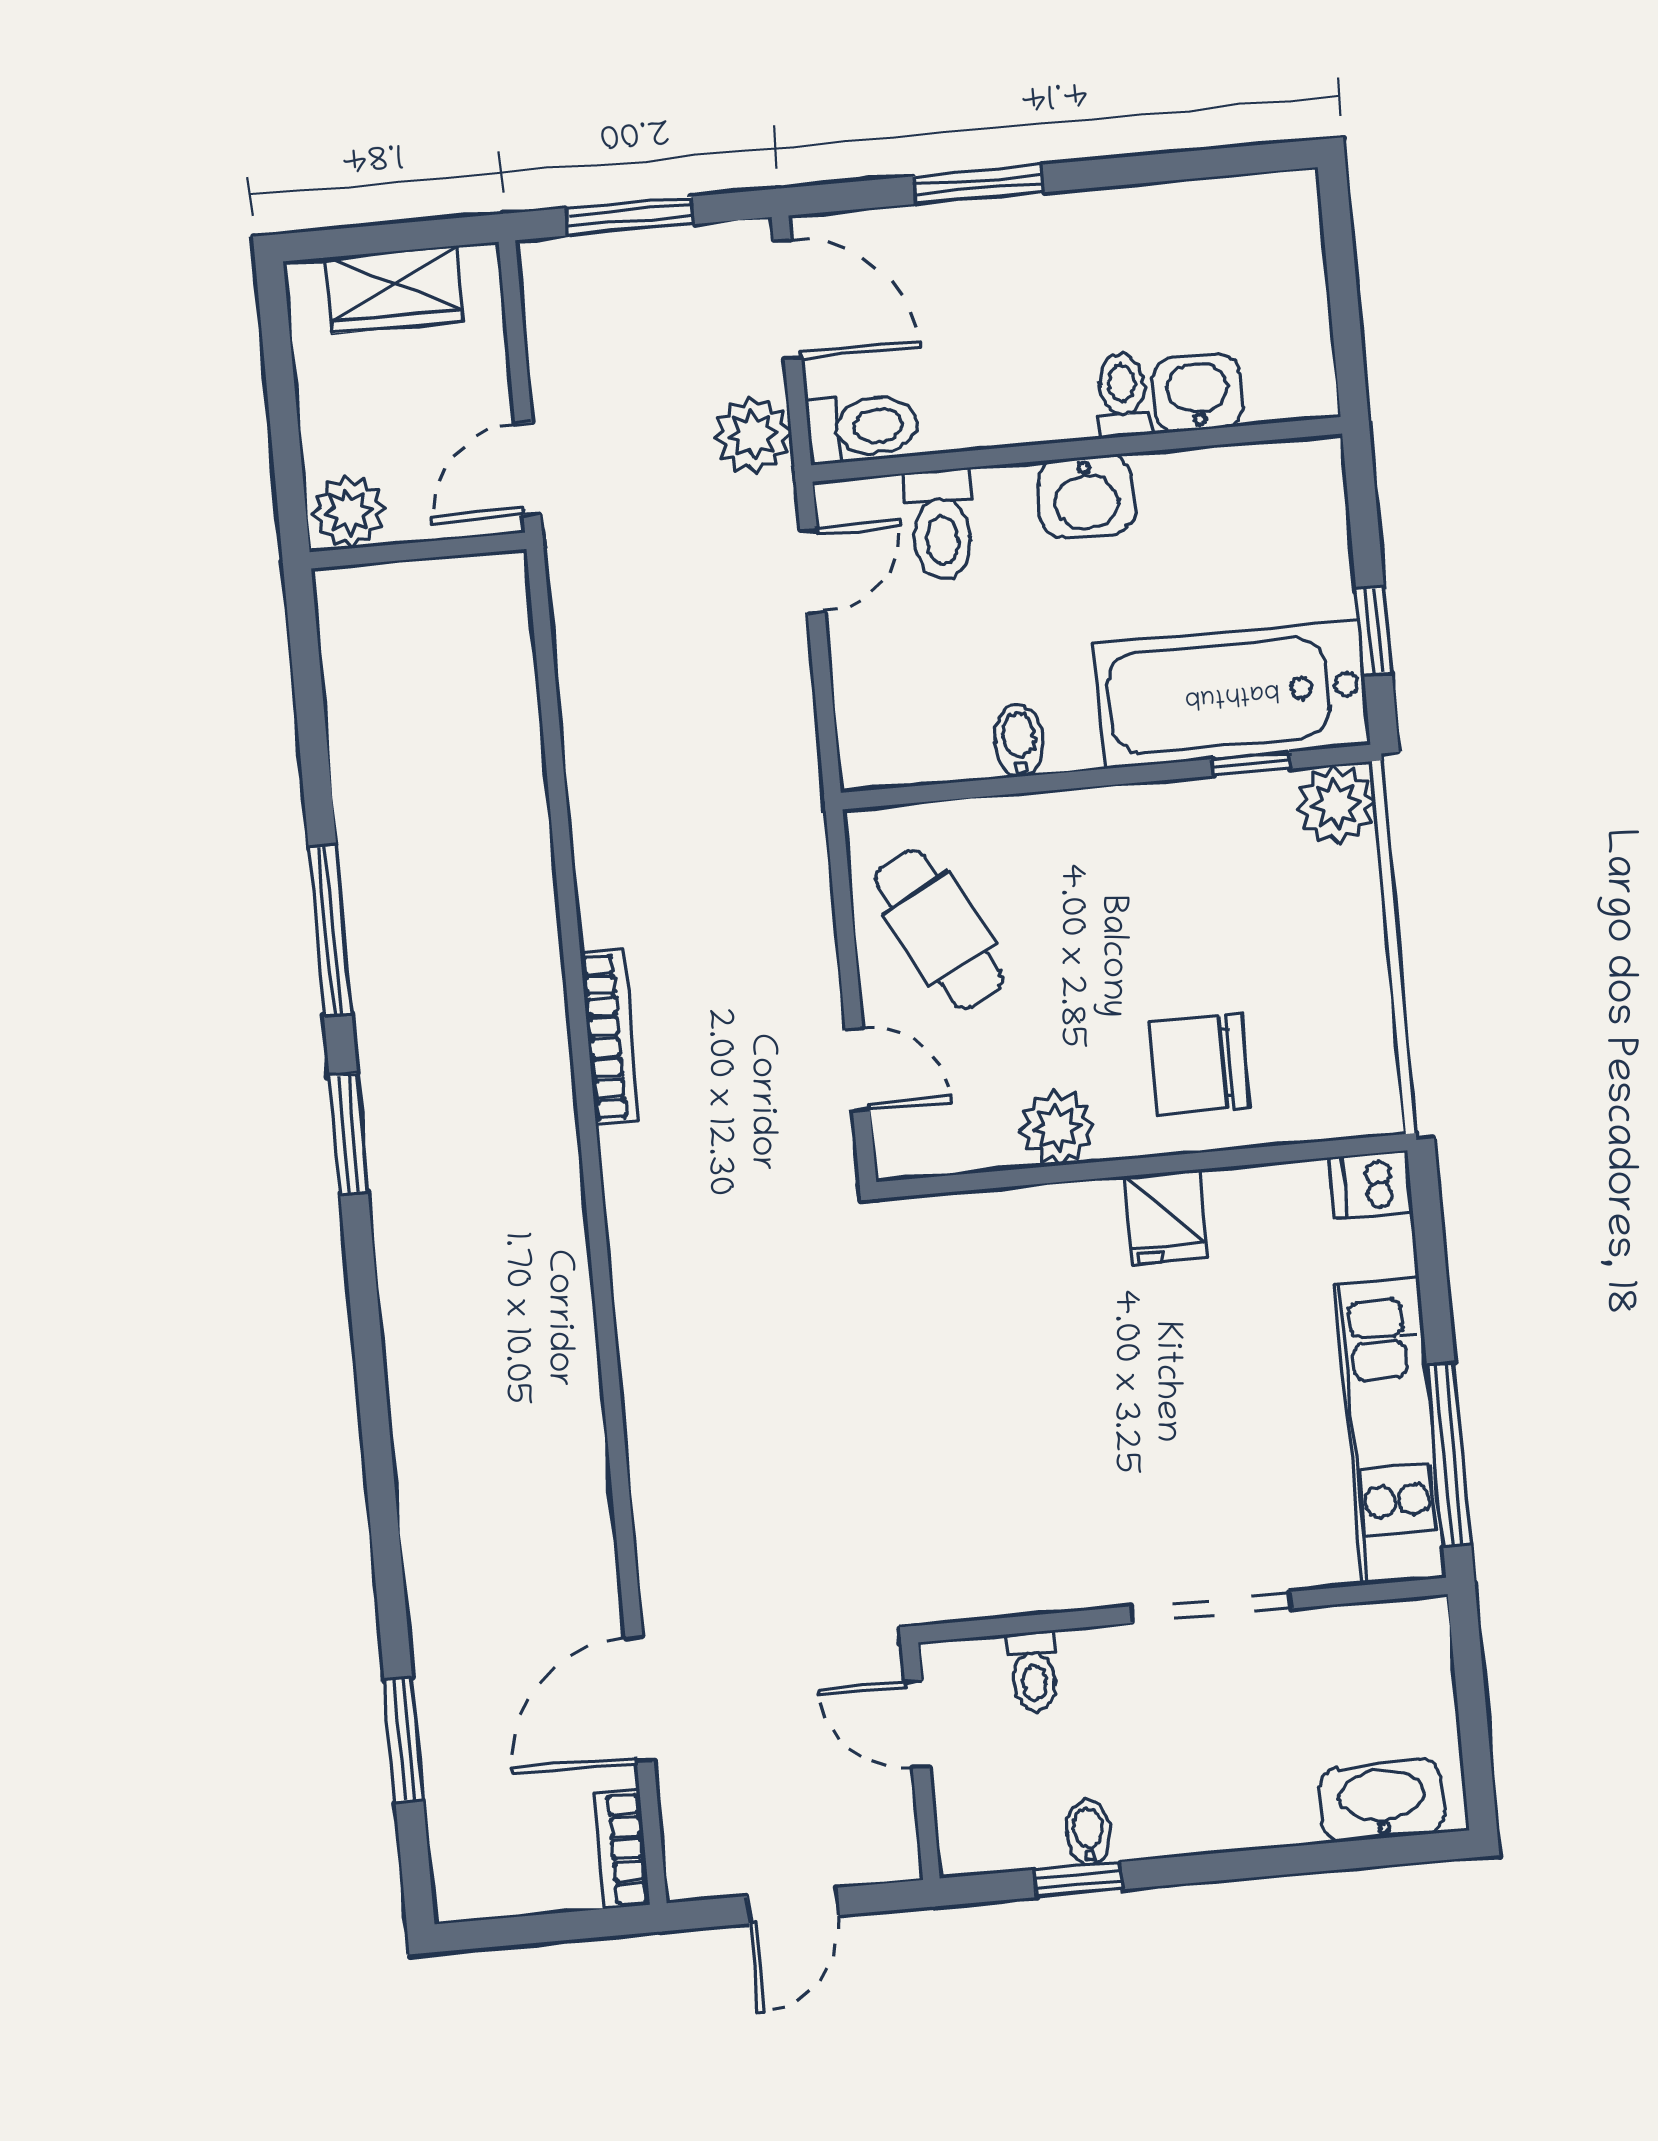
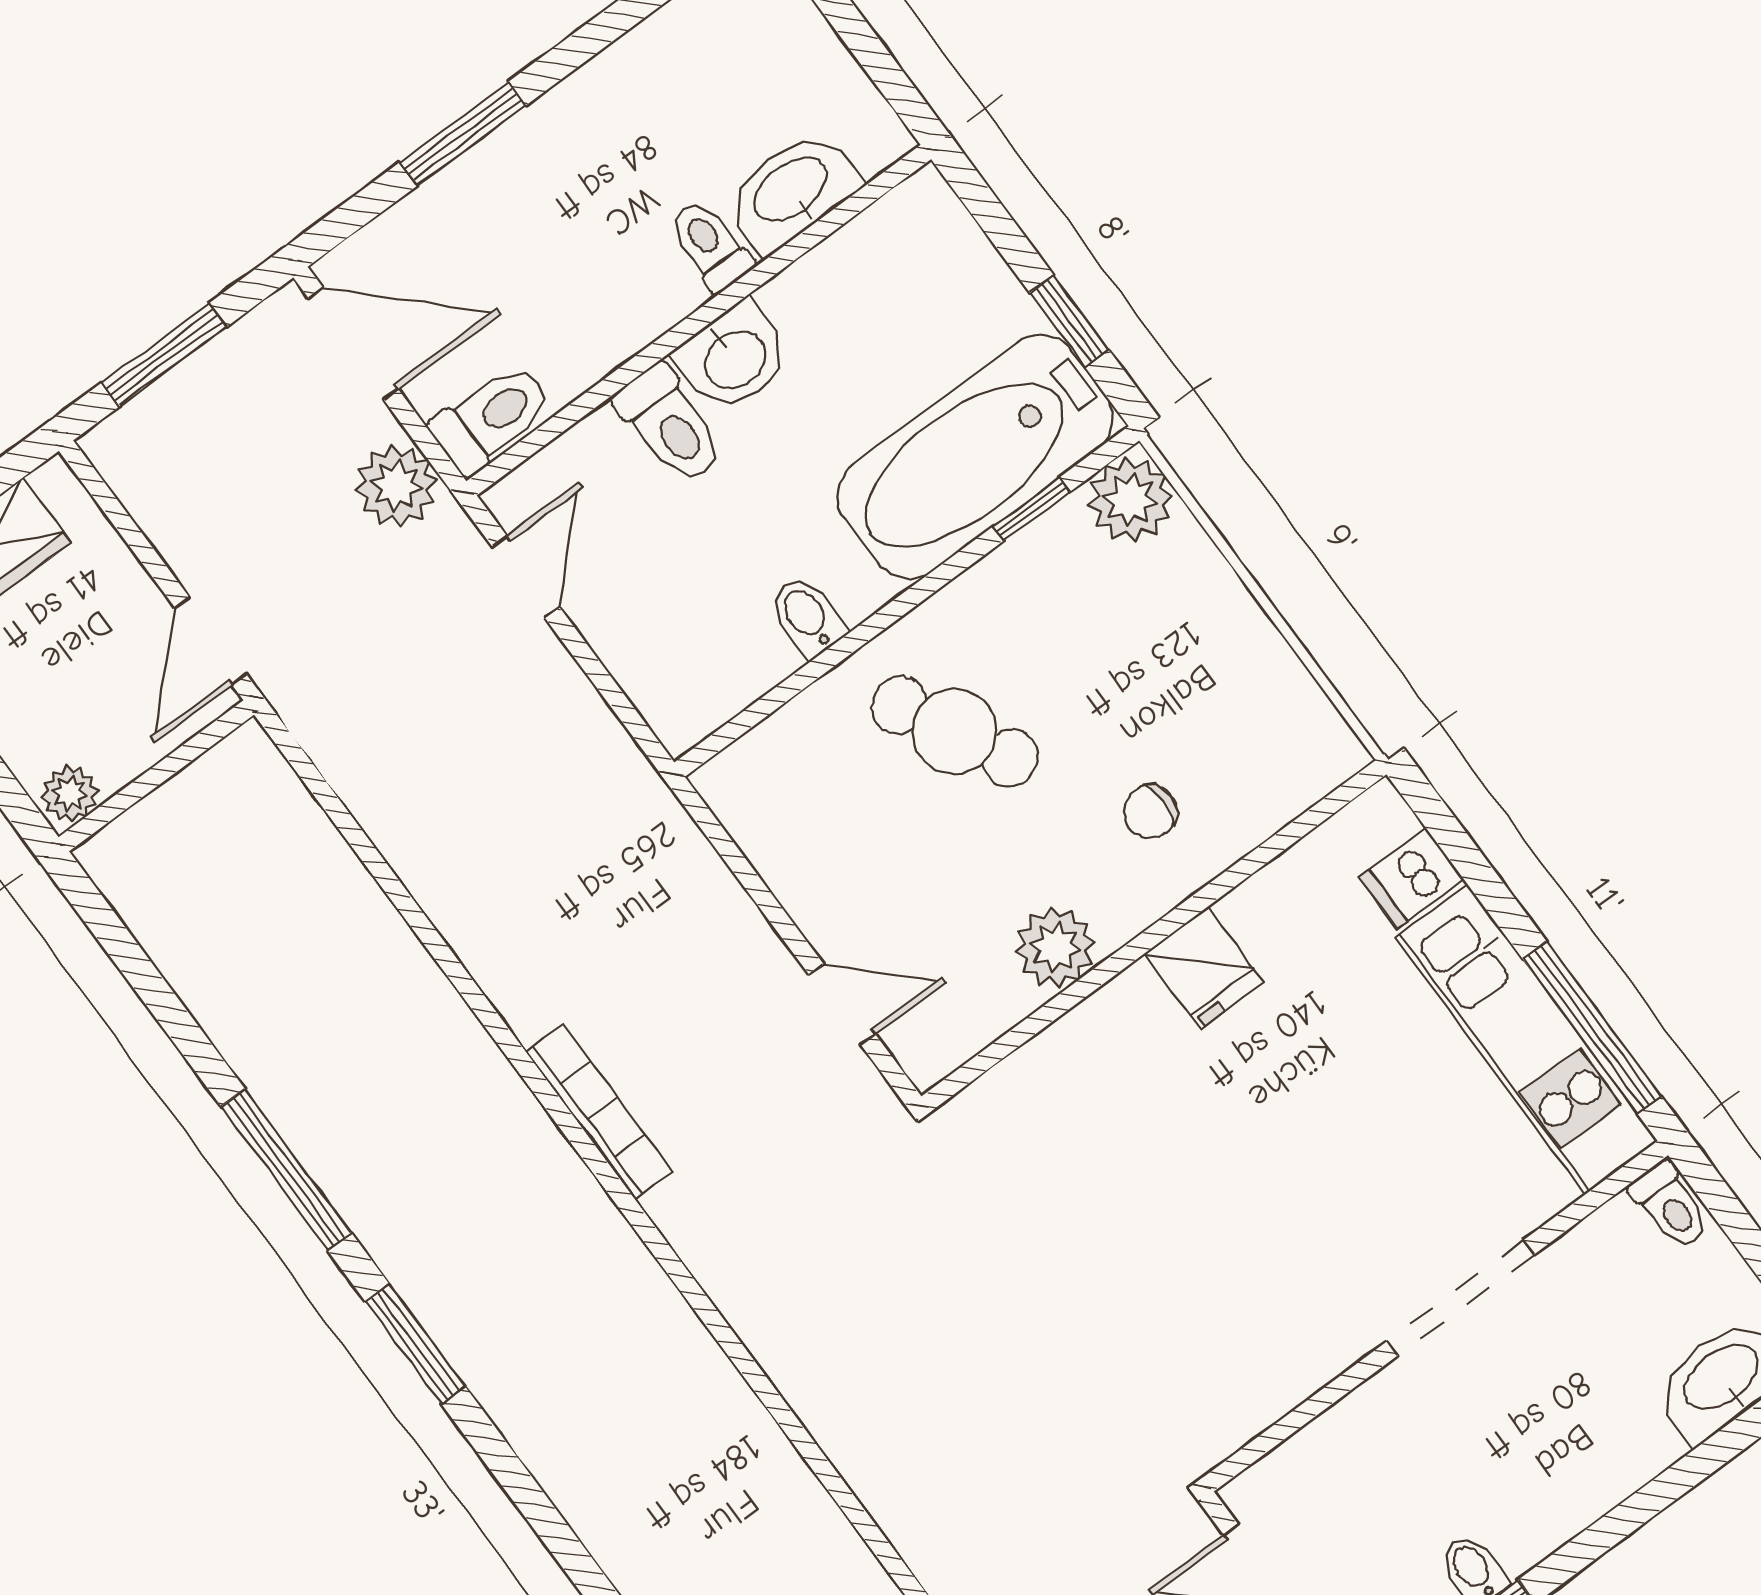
washbasin: (1198, 393) -> (792, 191), width x1.38
plant: (349, 512) -> (70, 794), width x0.73, depth x0.73
toilet: (941, 525) -> (670, 425), moved
cafe table: (939, 929) -> (954, 732), moved
chair: (1199, 1065) -> (1150, 812), width x0.54, depth x0.54
dishwasher: (1371, 1184) -> (1411, 878), moved
toilet: (1034, 1672) -> (1670, 1206), moved

